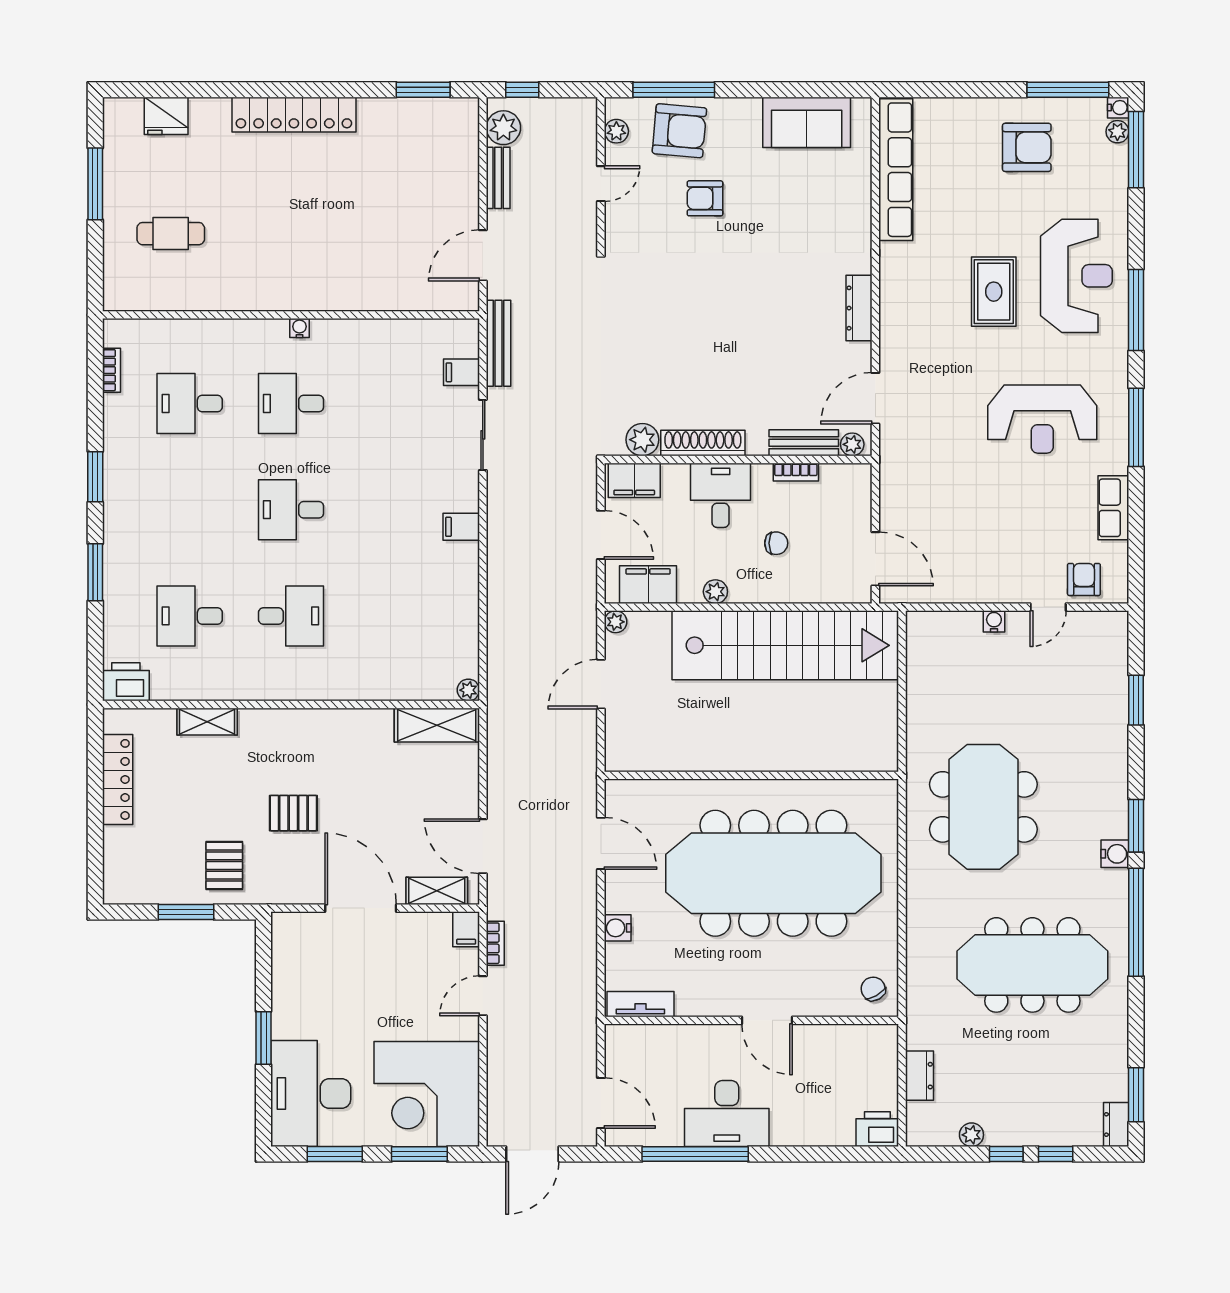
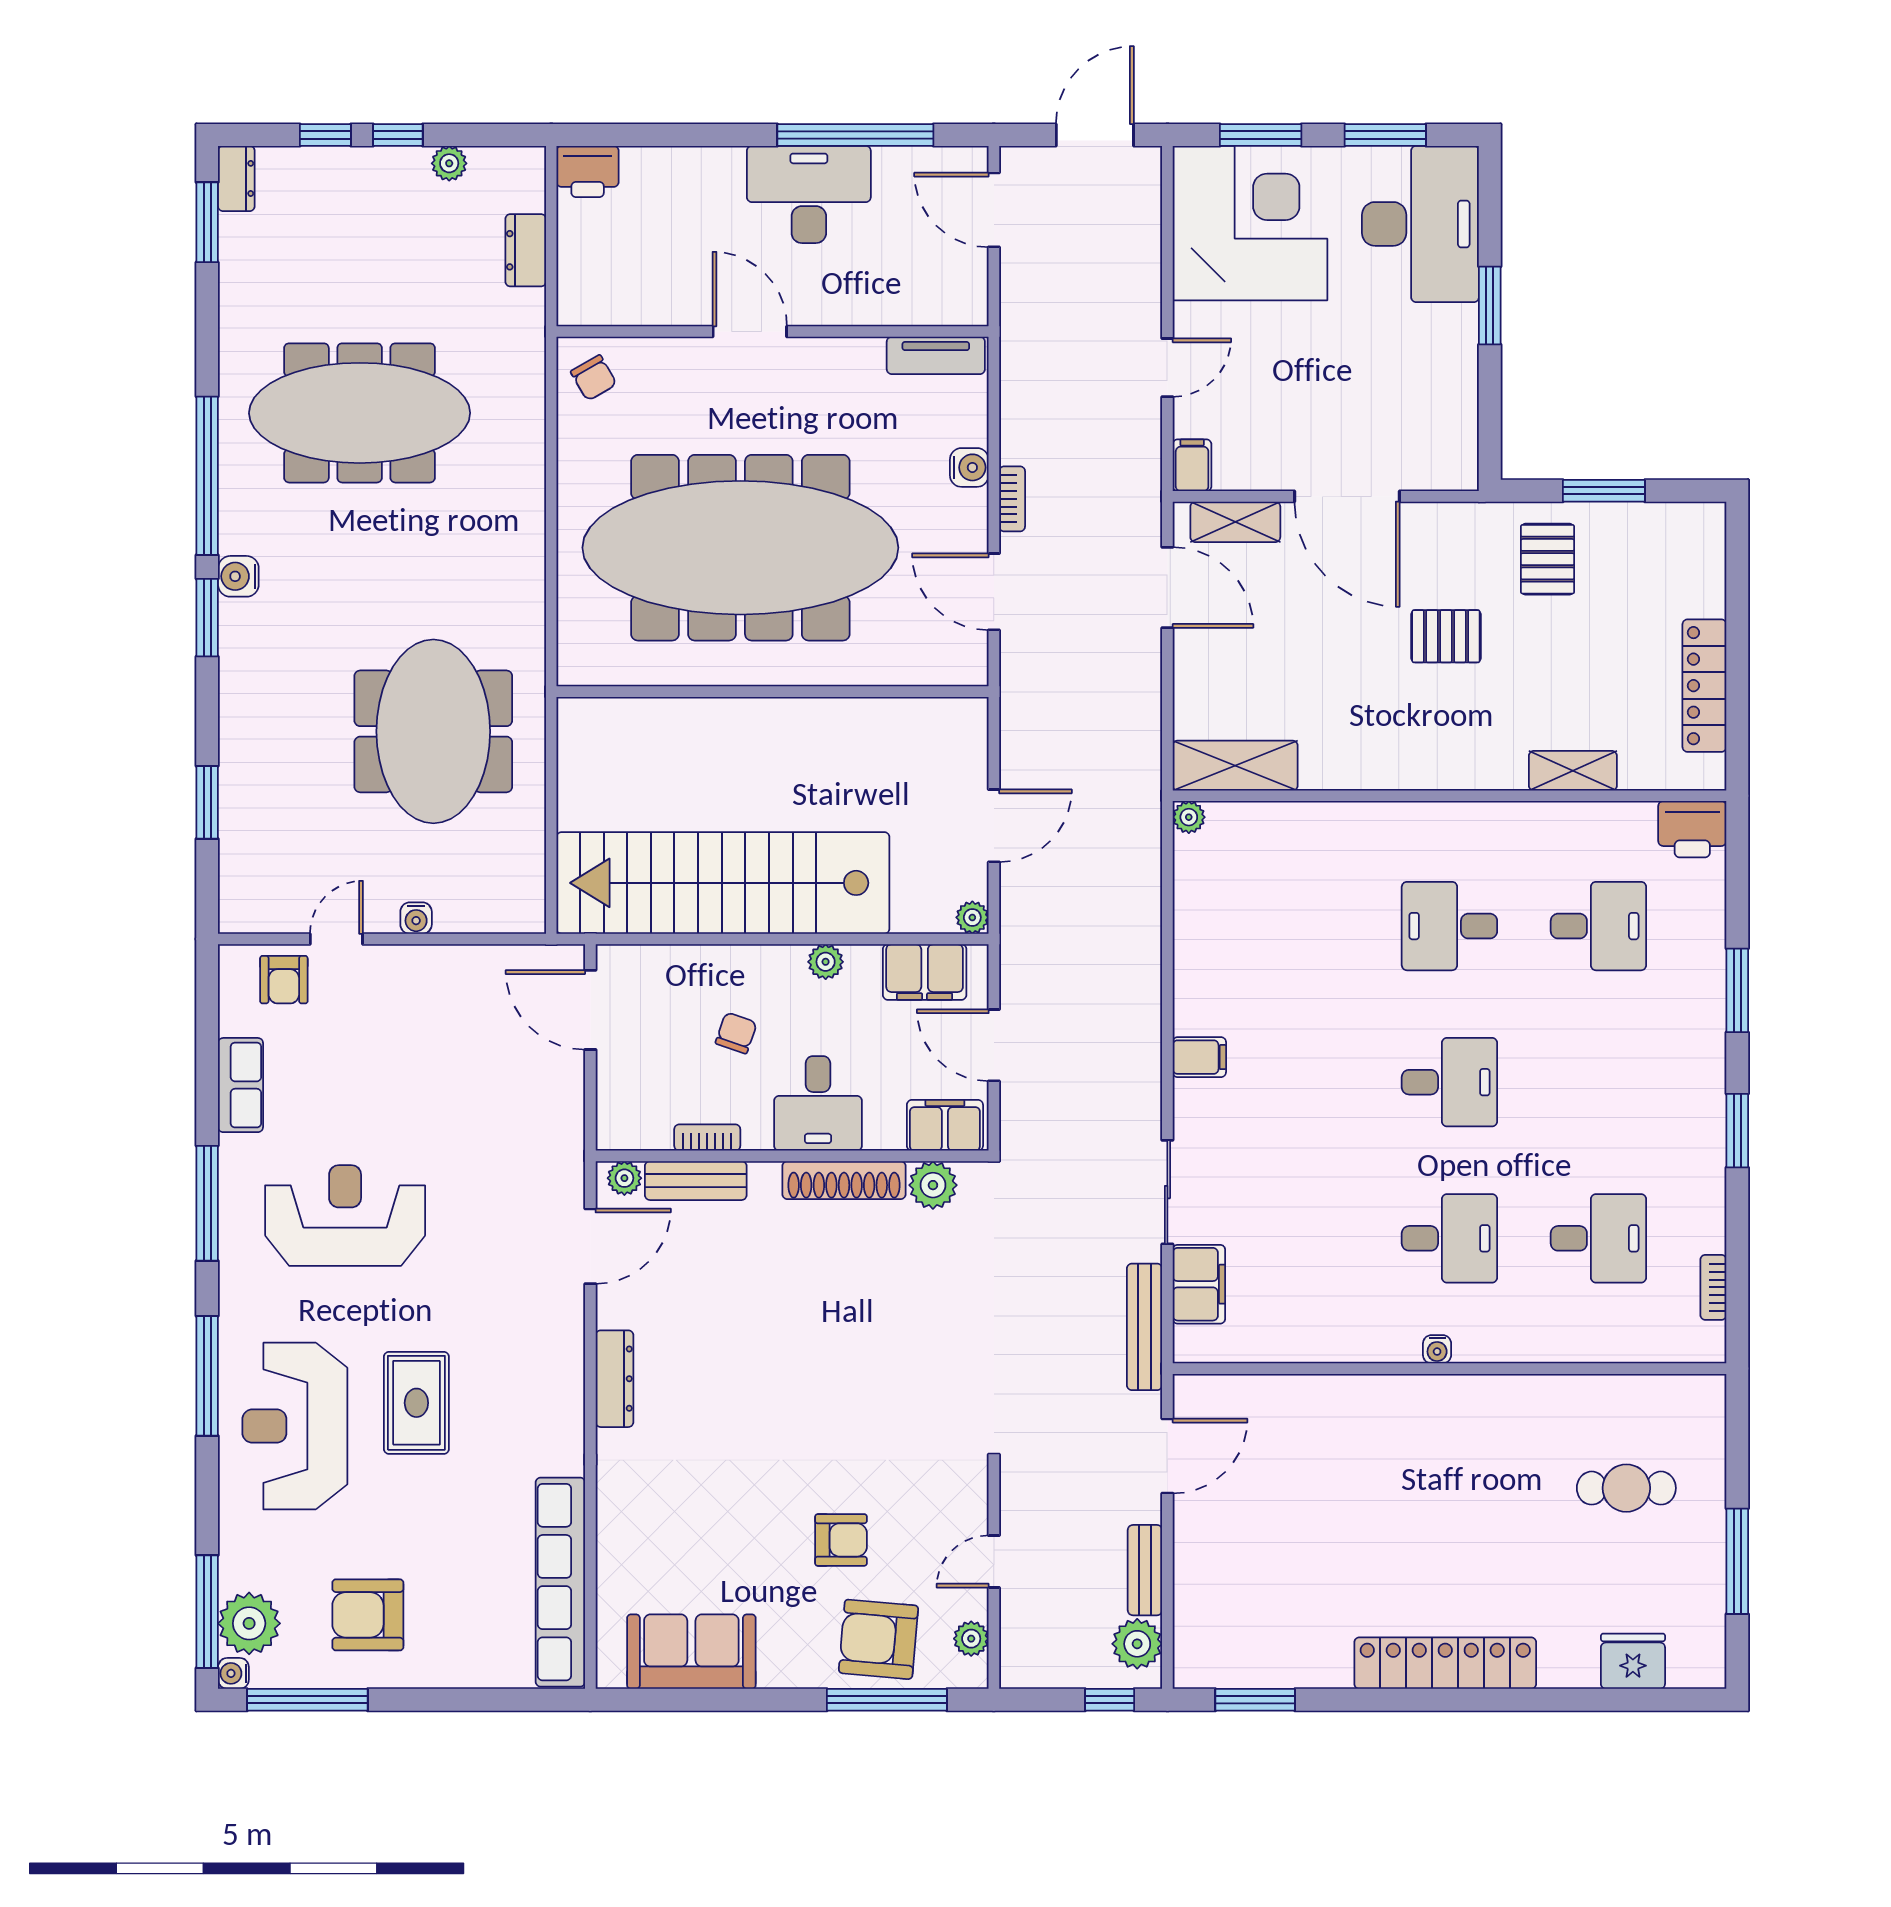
plant: (1117, 132) -> (249, 1623), width x1.88, depth x1.88
filing cabinet: (461, 372) -> (1199, 1284), width x2.00
chair: (776, 543) -> (736, 1033), turned 109
meeting table: (983, 807) -> (433, 731), moved
bookcase: (495, 943) -> (1012, 499), moved, turned 180

